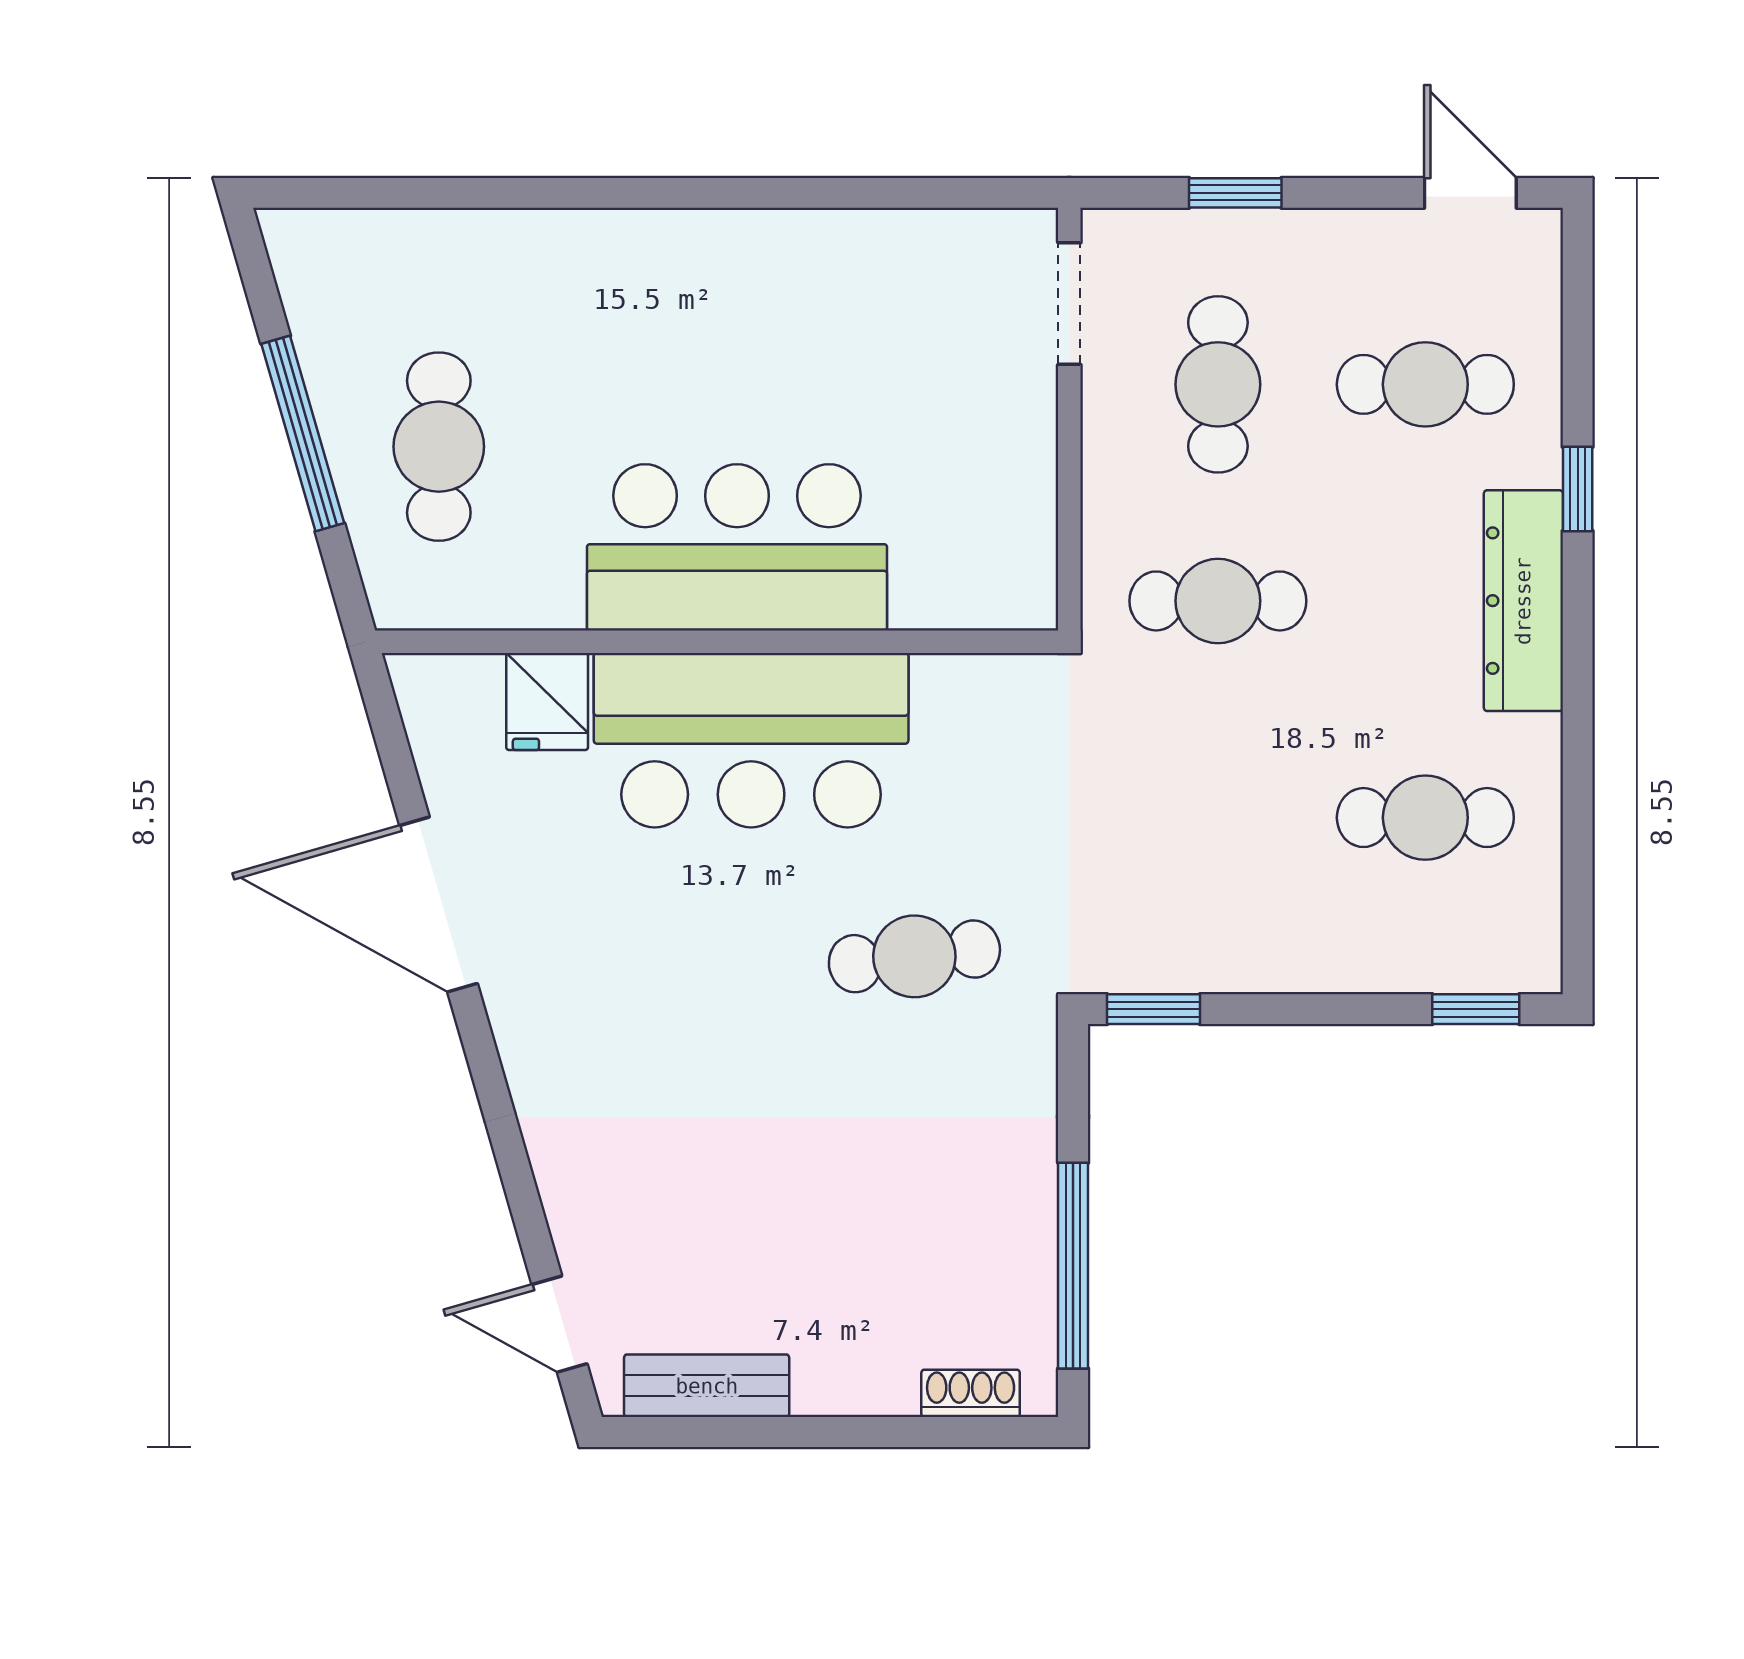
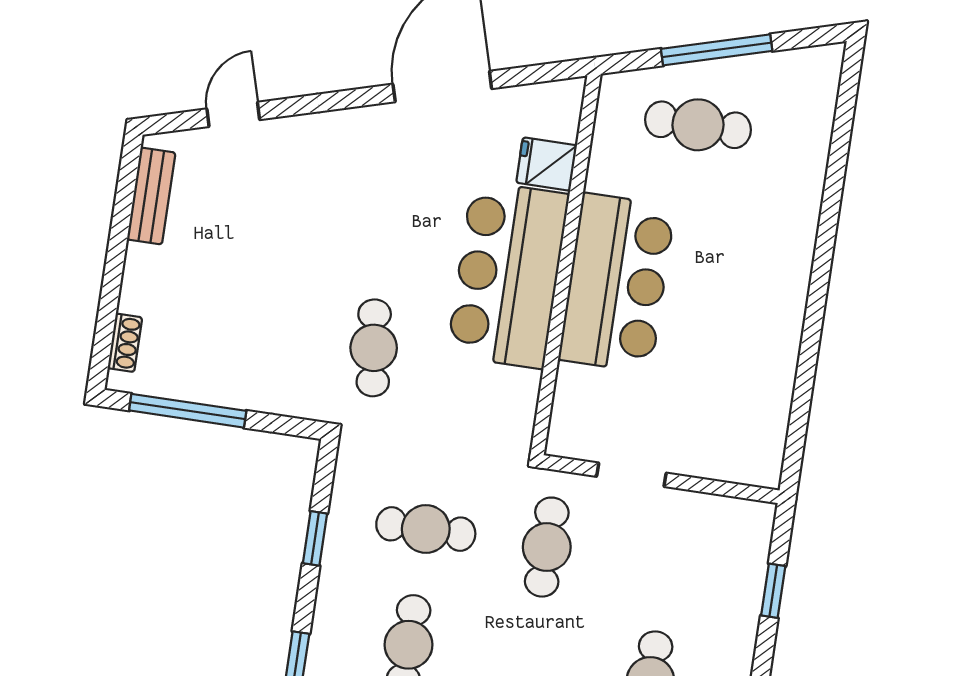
doorway: (1069, 304) -> (631, 475), moved
cafe table: (1218, 384) -> (426, 529), moved
window: (1154, 1009) -> (315, 538), moved
door: (560, 1324) -> (233, 114), moved

